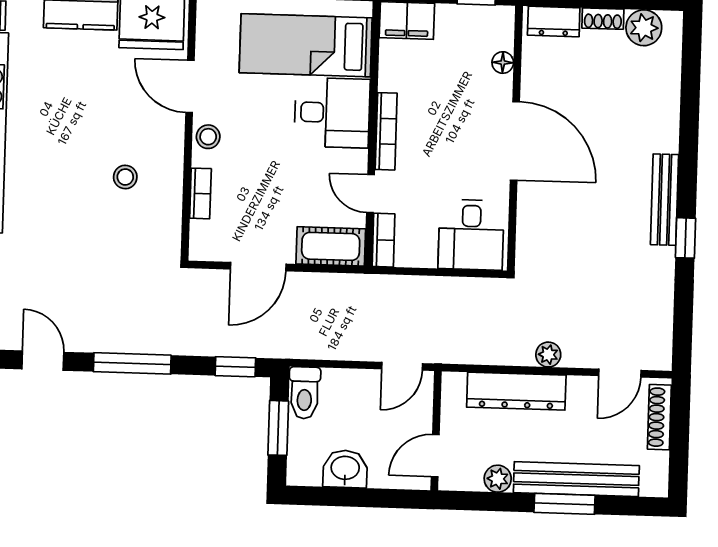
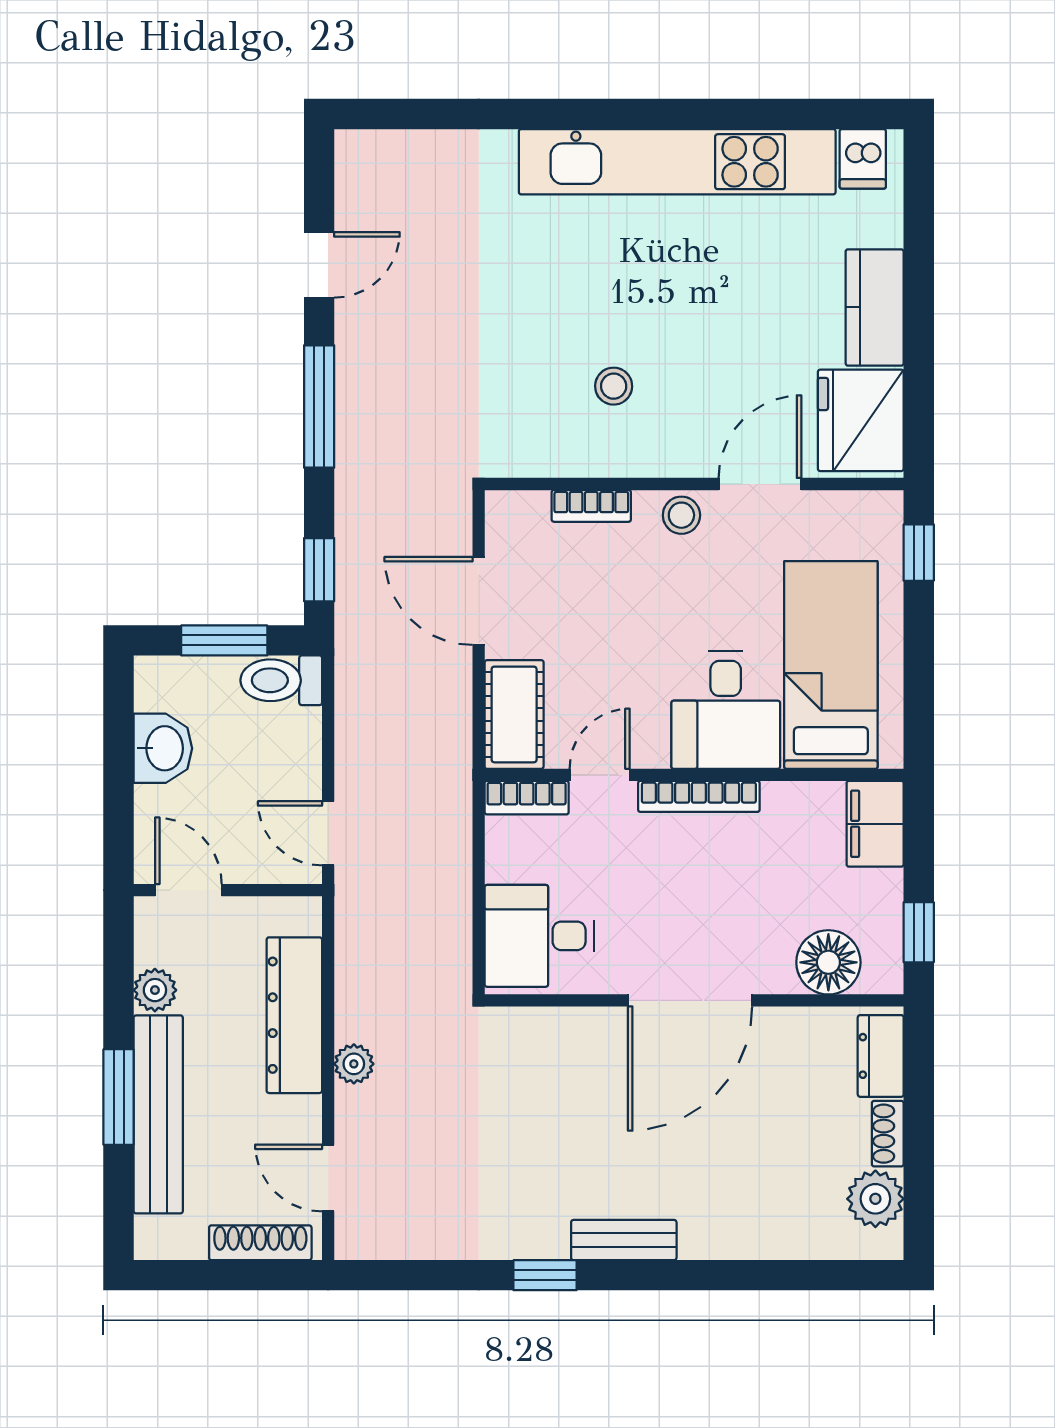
floor lamp: (503, 63) -> (828, 962), width x1.89, depth x1.89
bench: (665, 200) -> (624, 1240), width x0.73

